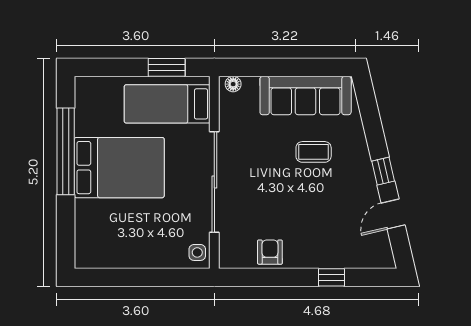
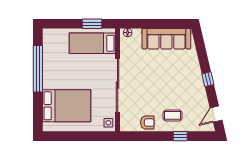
coffee table: (314, 152) -> (173, 115), moved
bed: (119, 168) -> (67, 106), moved
door: (393, 214) -> (216, 114), moved
armchair: (270, 252) -> (147, 123), turned 90

